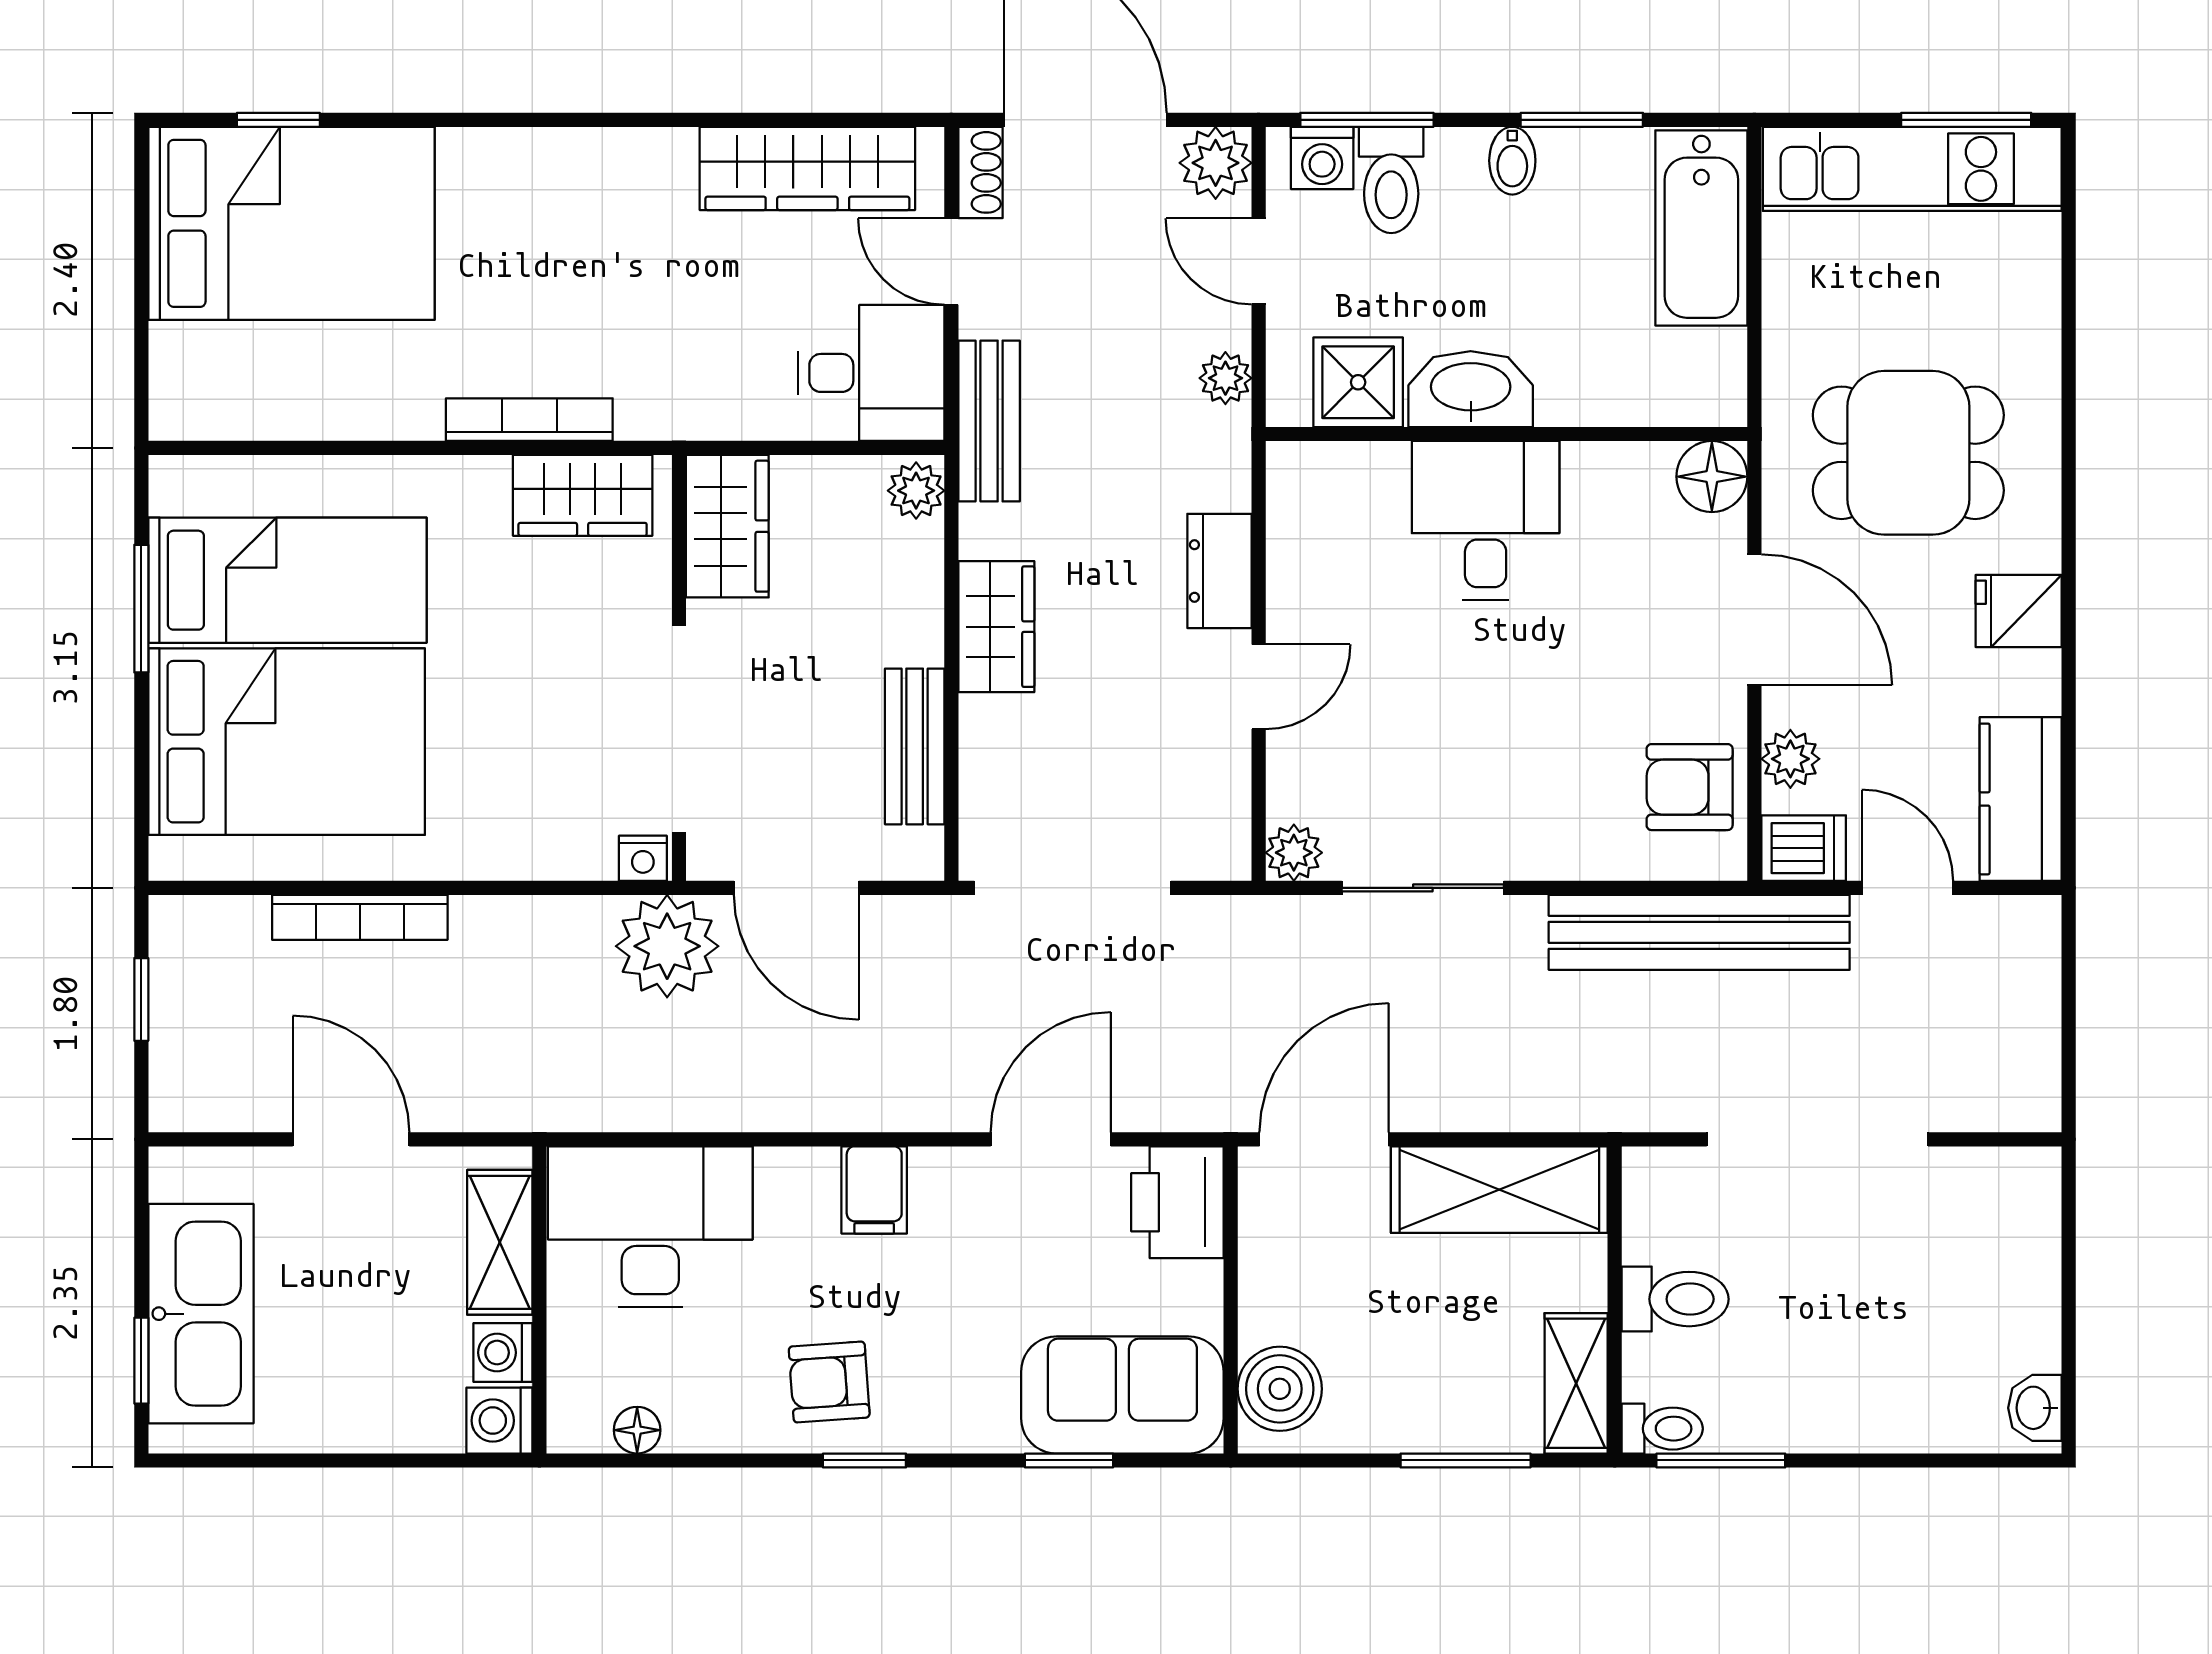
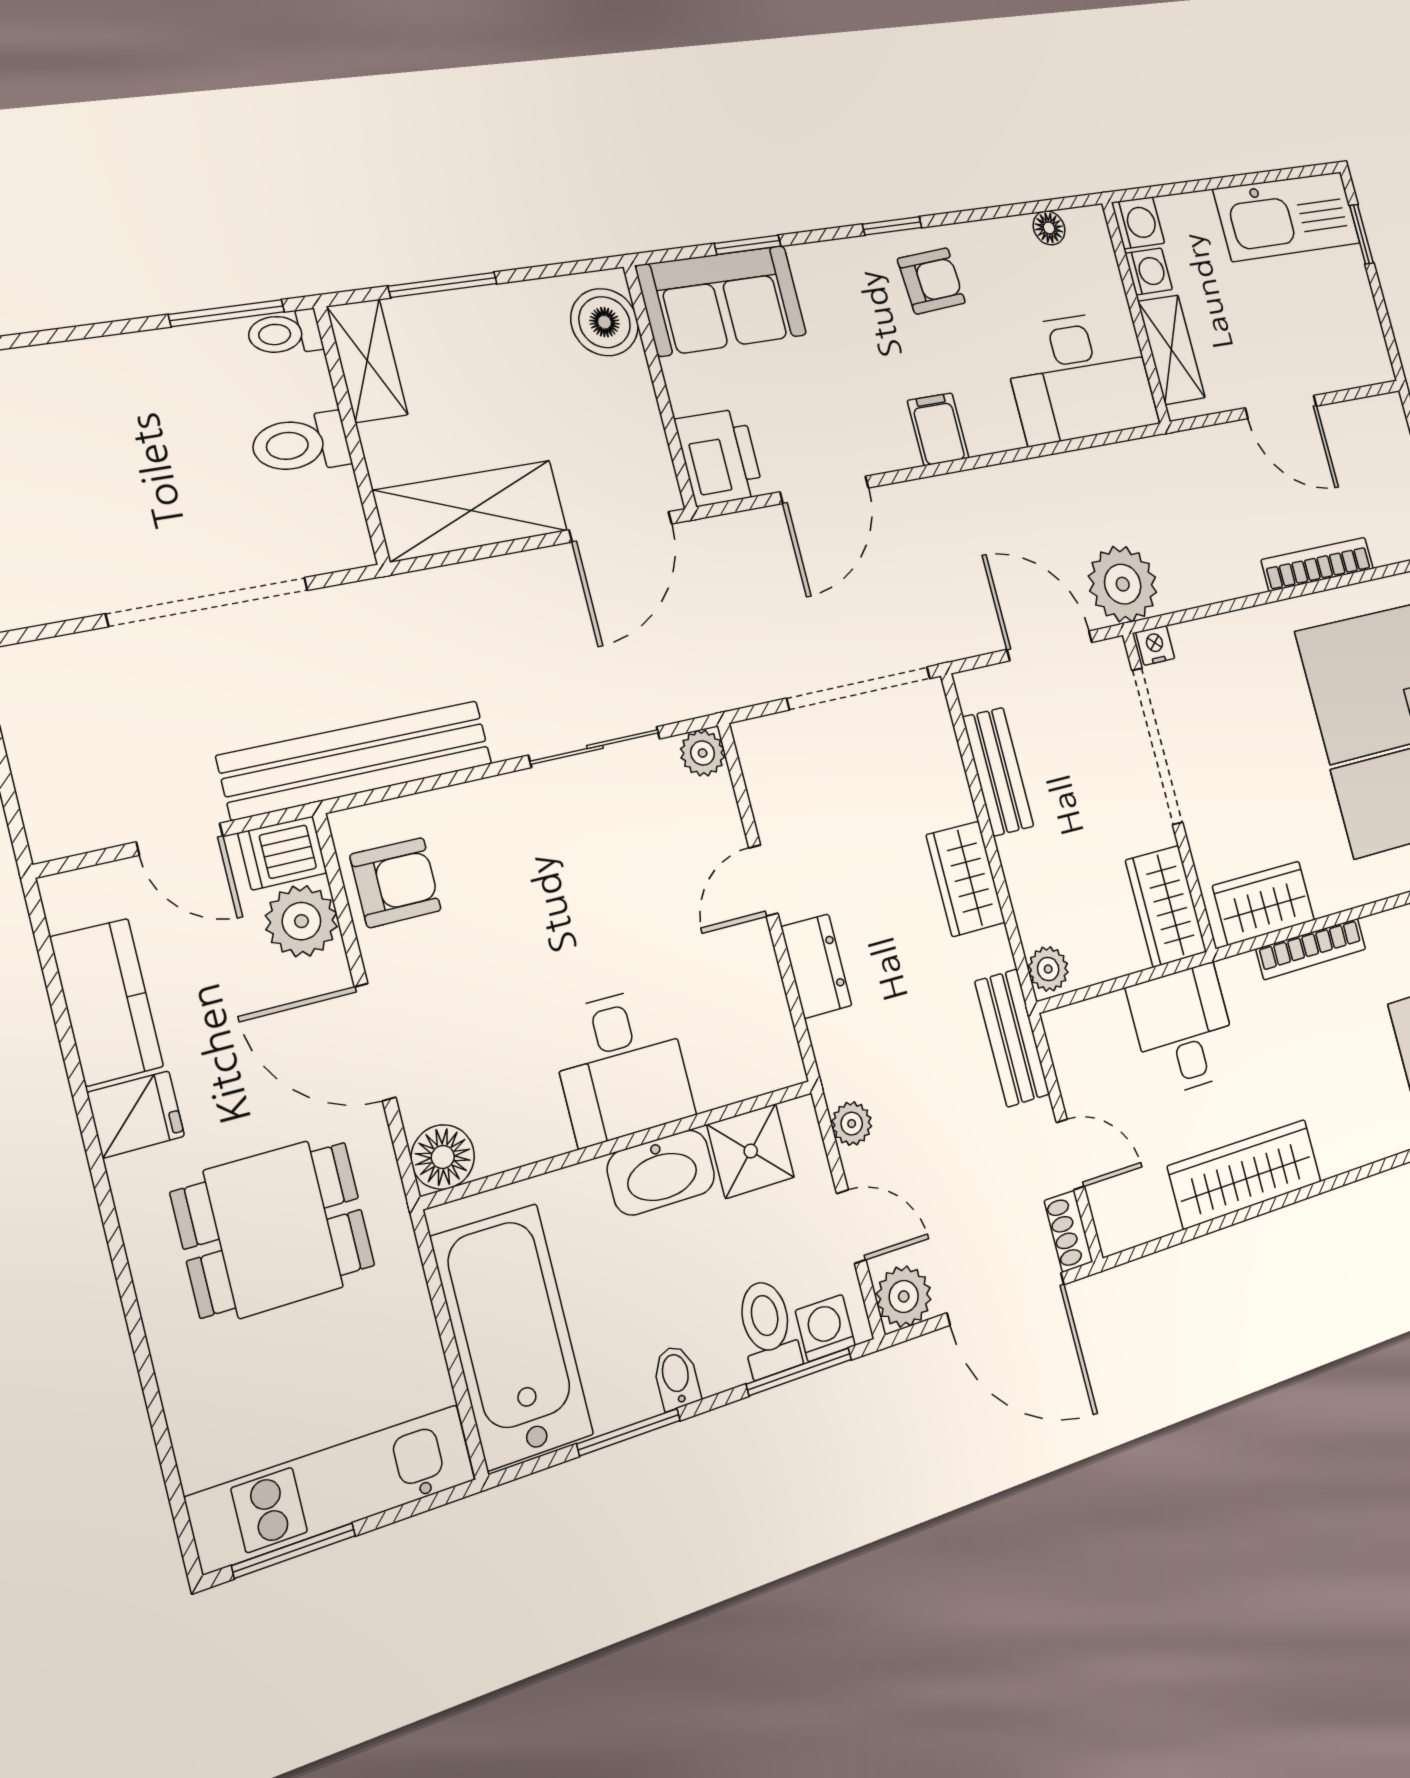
wardrobe: (807, 168) -> (1245, 1174), moved
bathtub: (1701, 228) -> (512, 1336), width x1.36, depth x1.36
desk: (871, 373) -> (1184, 1030), moved, turned 90
plant: (1790, 759) -> (301, 921), width x1.38, depth x1.38
kitchen counter: (2021, 799) -> (107, 1002), moved
kitchen sink: (201, 1314) -> (1287, 216), moved, turned -90

